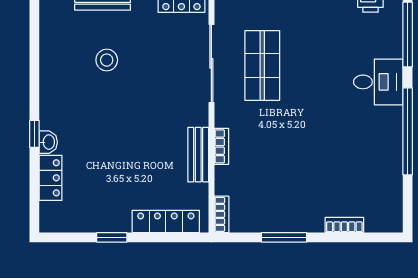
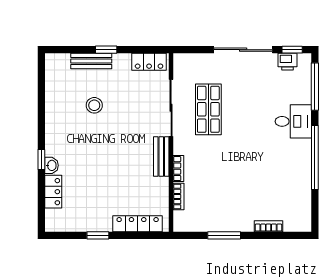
bench: (198, 155) -> (161, 157), moved
bookcase: (222, 214) -> (178, 197), moved

